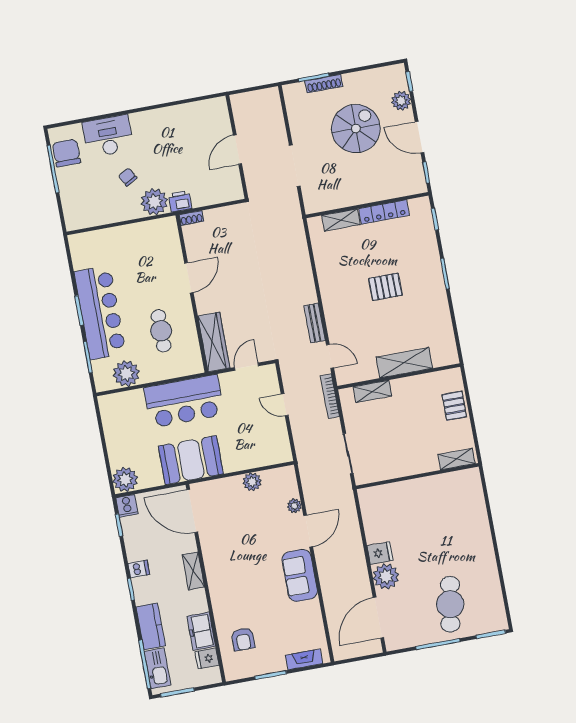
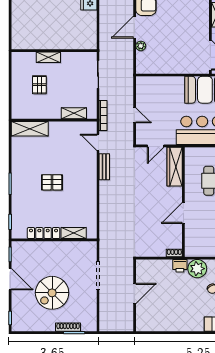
plant: (401, 101) -> (18, 306), removed
shelving: (404, 363) -> (30, 129), moved
pallet: (454, 406) -> (39, 85), moved
shelving: (456, 459) -> (48, 57), moved
plant: (252, 482) -> (166, 67), removed

